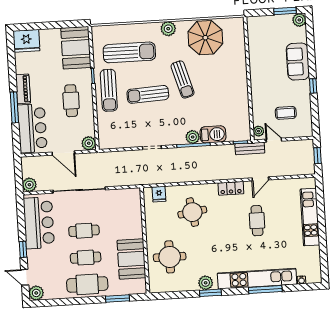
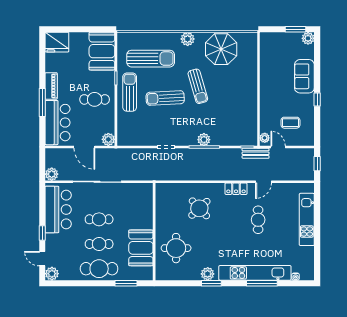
sun lounger: (109, 90) -> (130, 92), turned 180
cafe table: (71, 101) -> (95, 99), turned 90
barbecue: (213, 134) -> (223, 138), removed
fridge: (159, 194) -> (170, 190), removed
round table: (192, 212) -> (199, 208), turned -34

